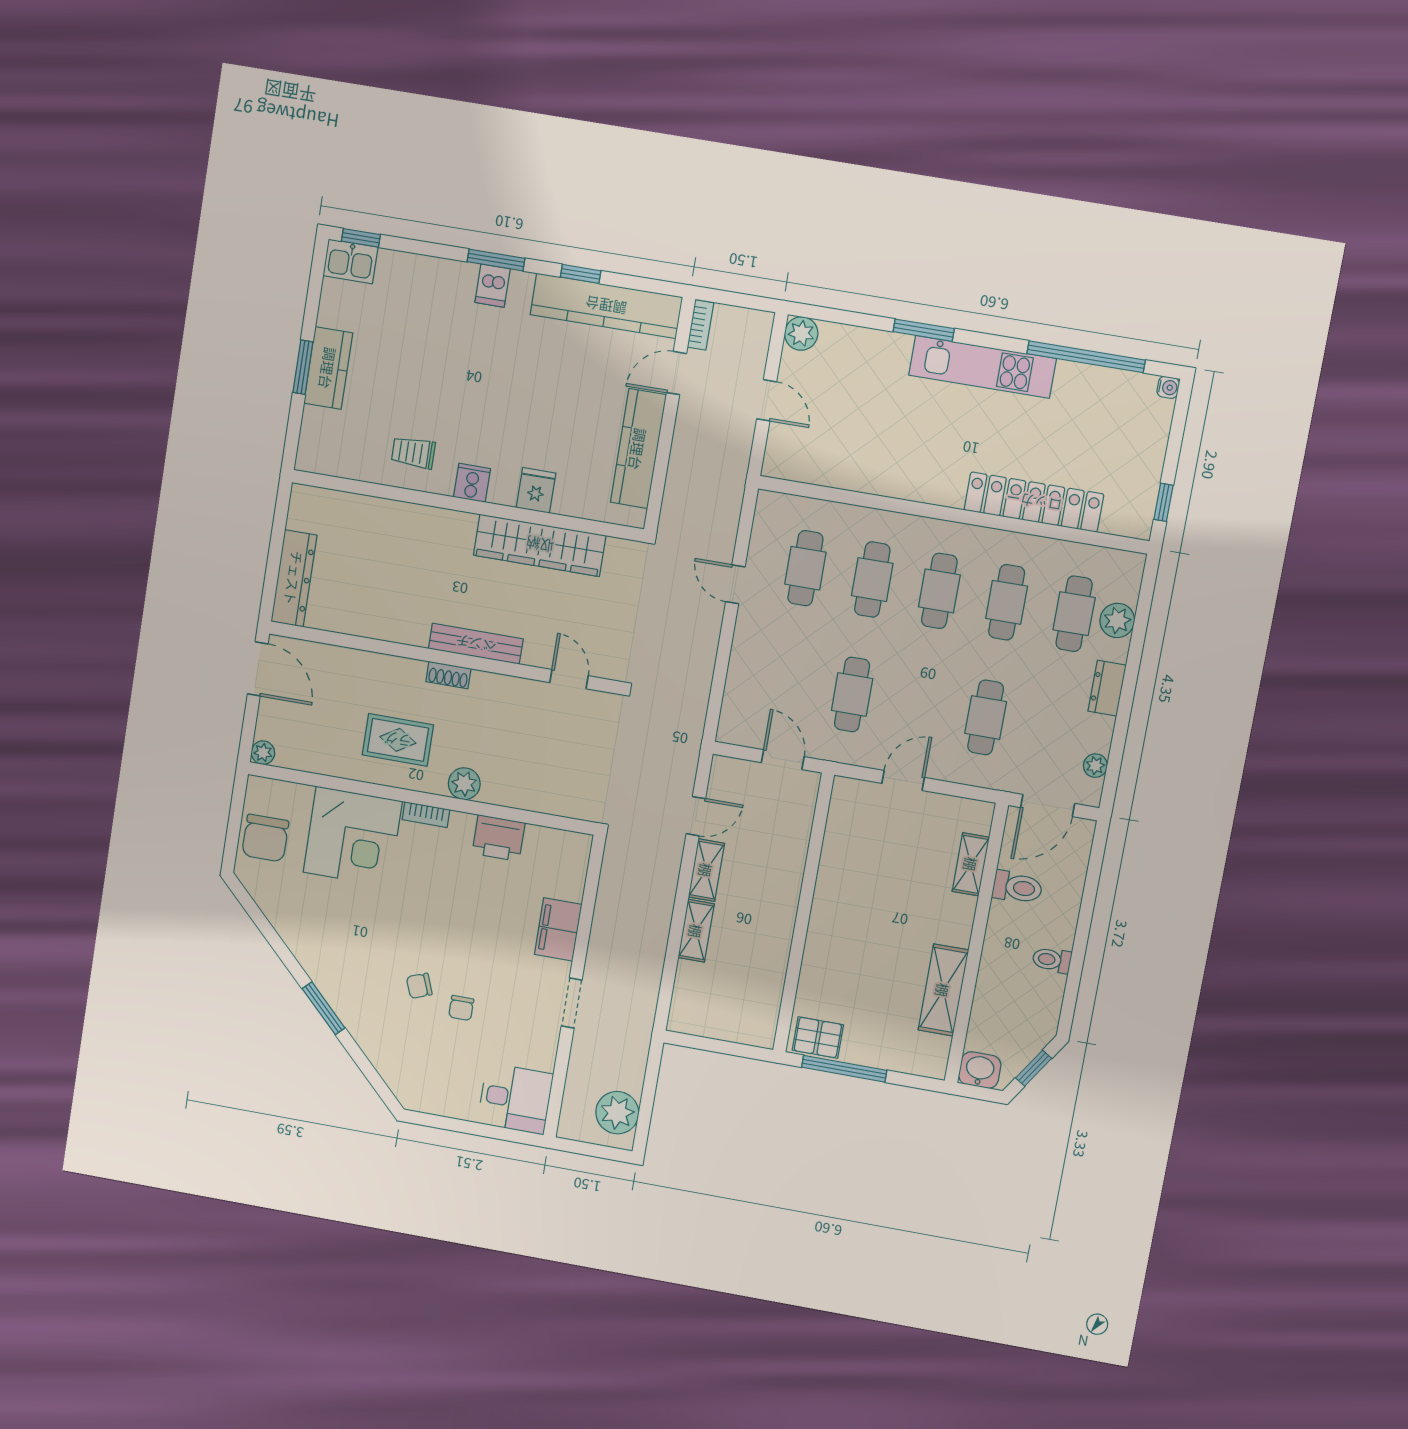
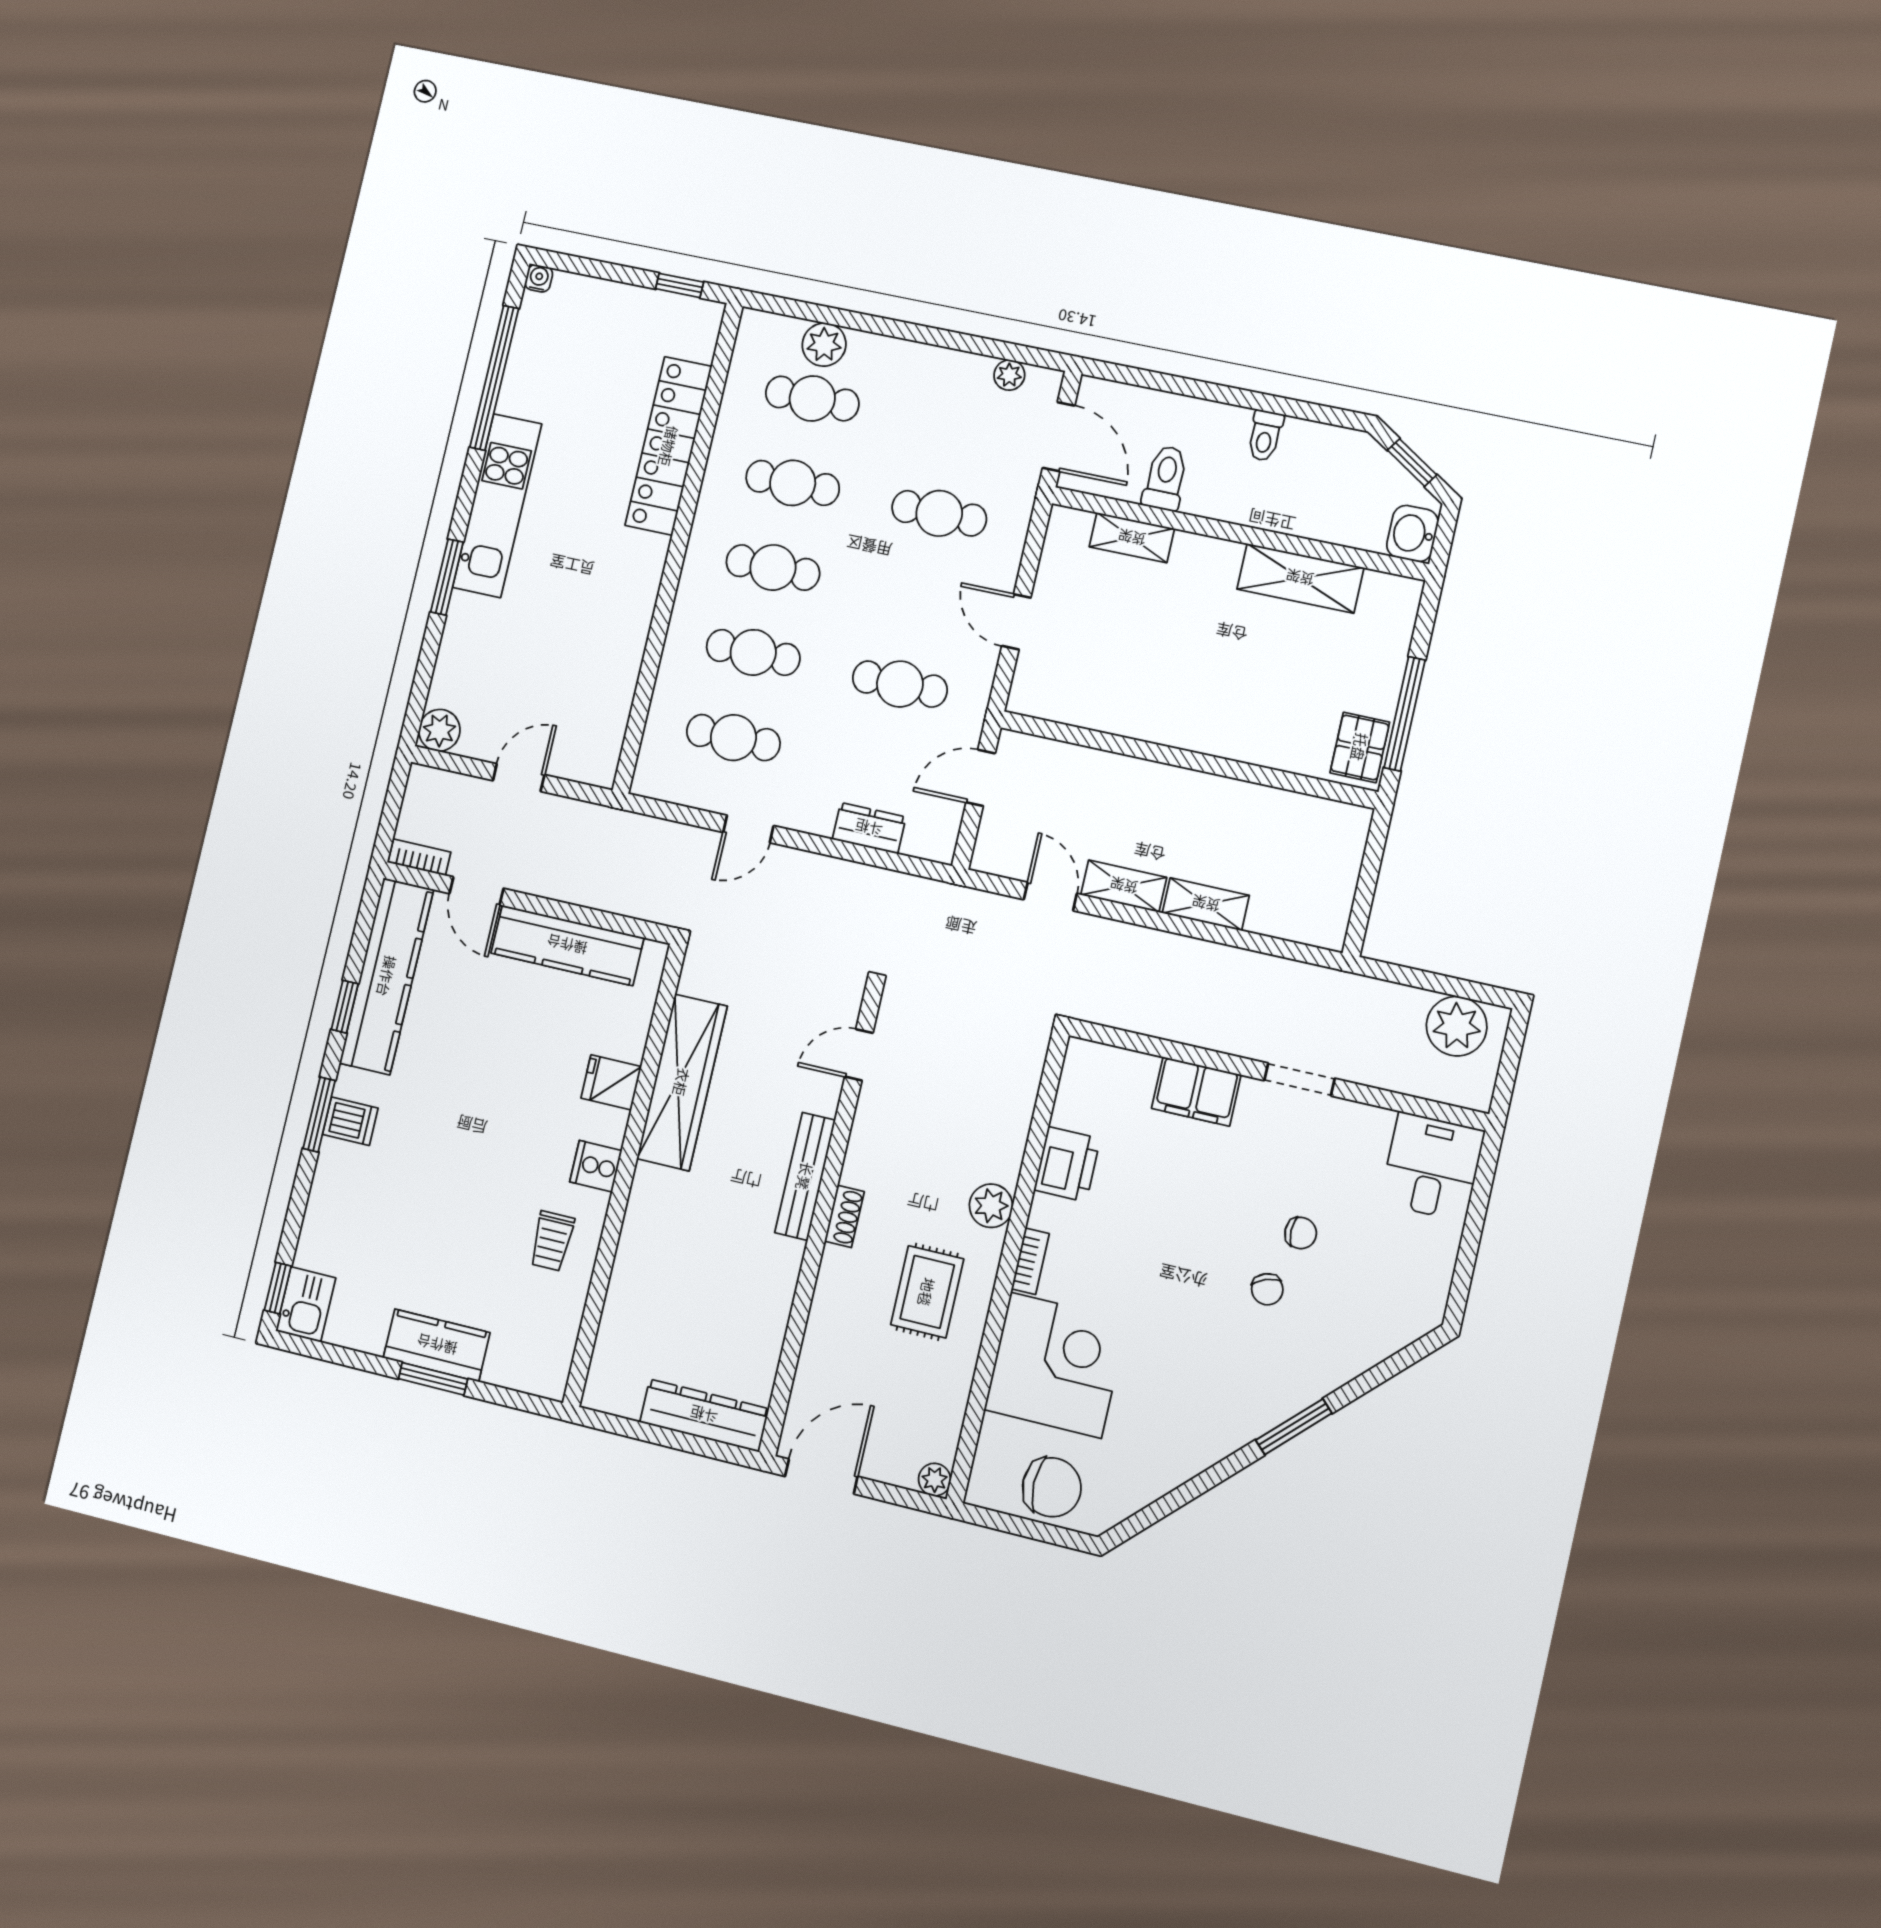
dresser: (1107, 688) -> (869, 828), moved, turned 180

